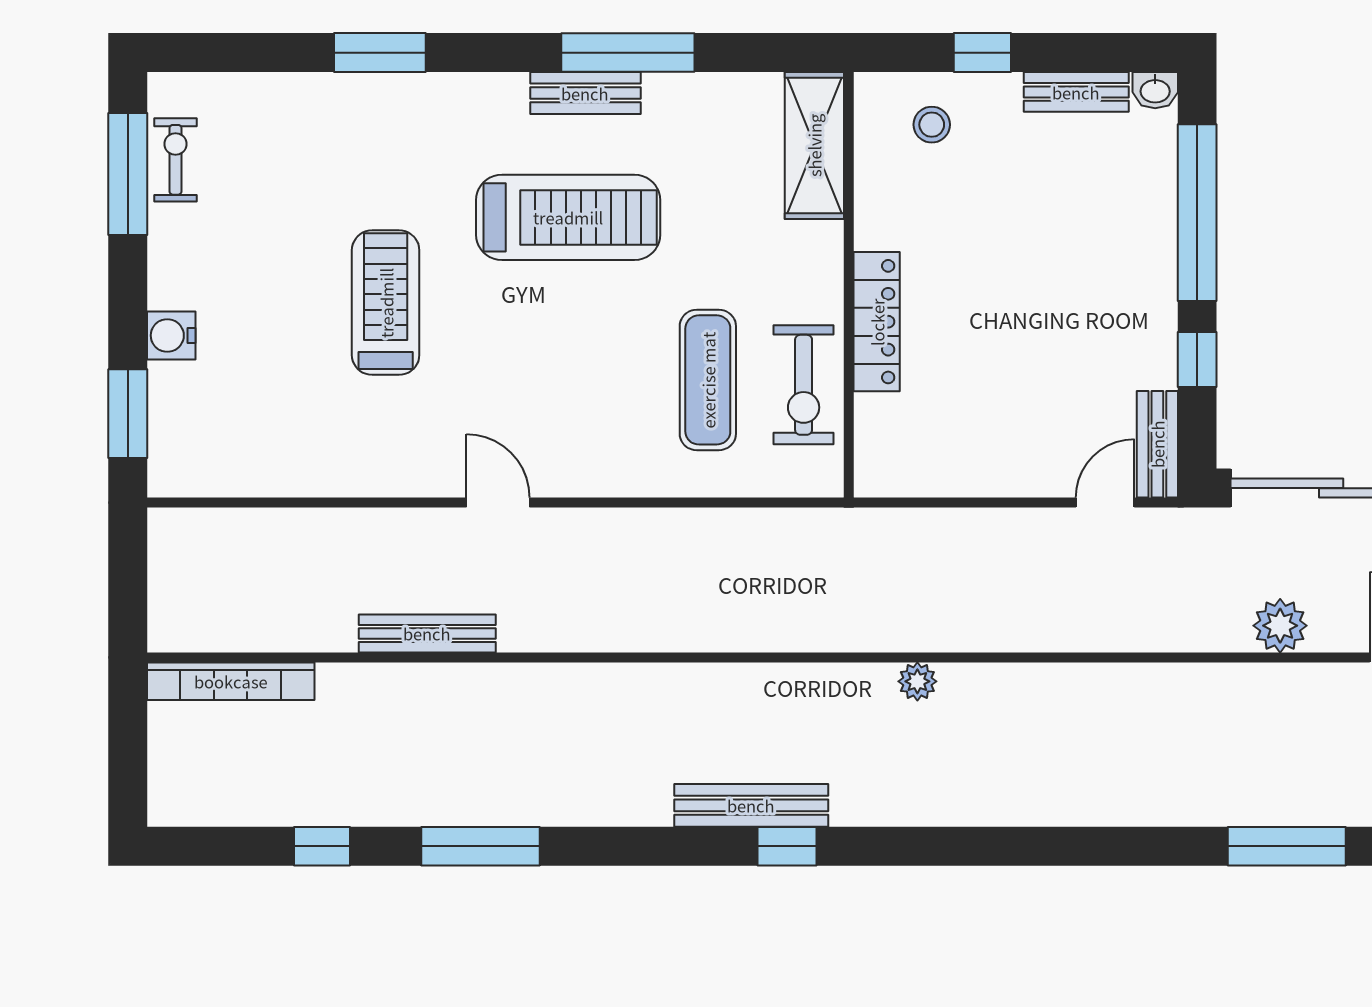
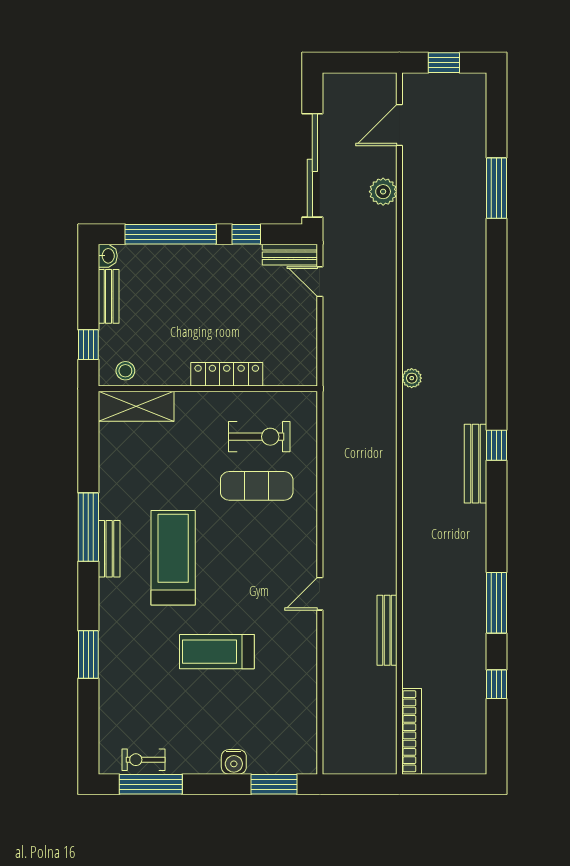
shelving: (814, 145) -> (136, 406), moved
wall: (849, 285) -> (208, 389), moved
locker: (877, 322) -> (227, 374), moved

